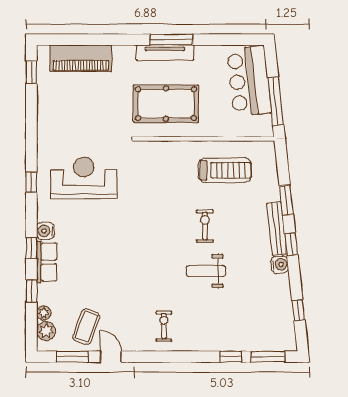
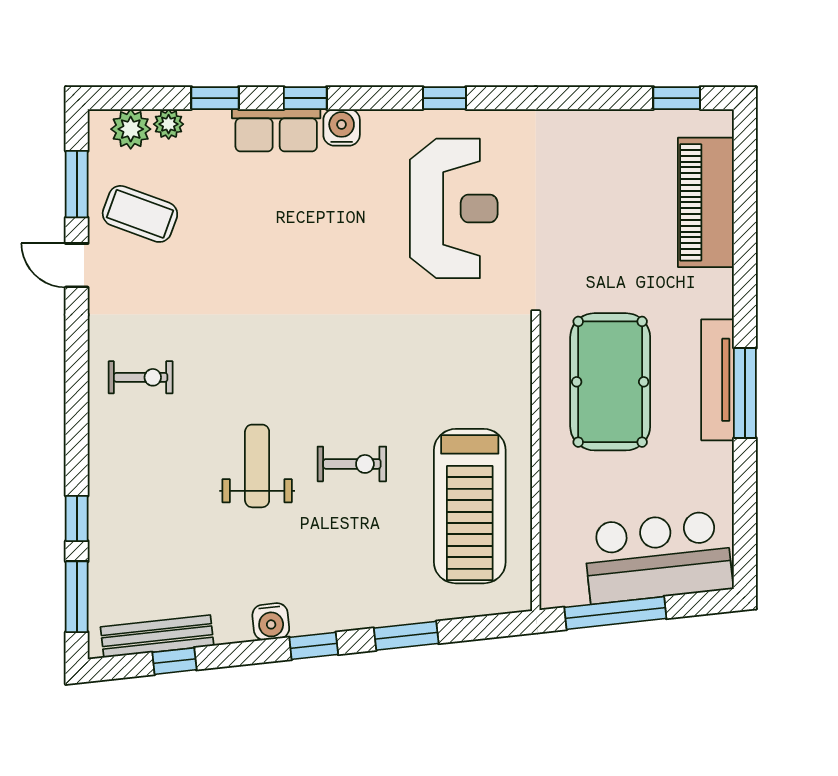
treadmill: (225, 170) -> (470, 506), width x1.37, depth x1.38
bench: (277, 229) -> (157, 636), moved
door: (111, 357) -> (77, 265), swing flipped

